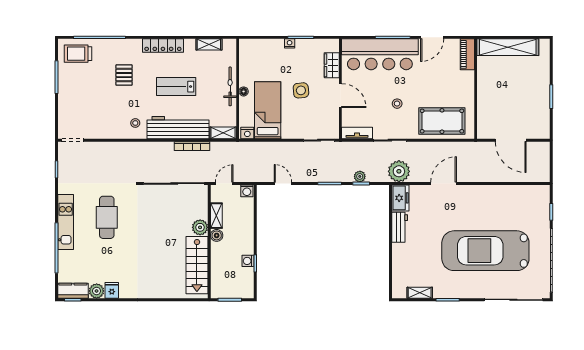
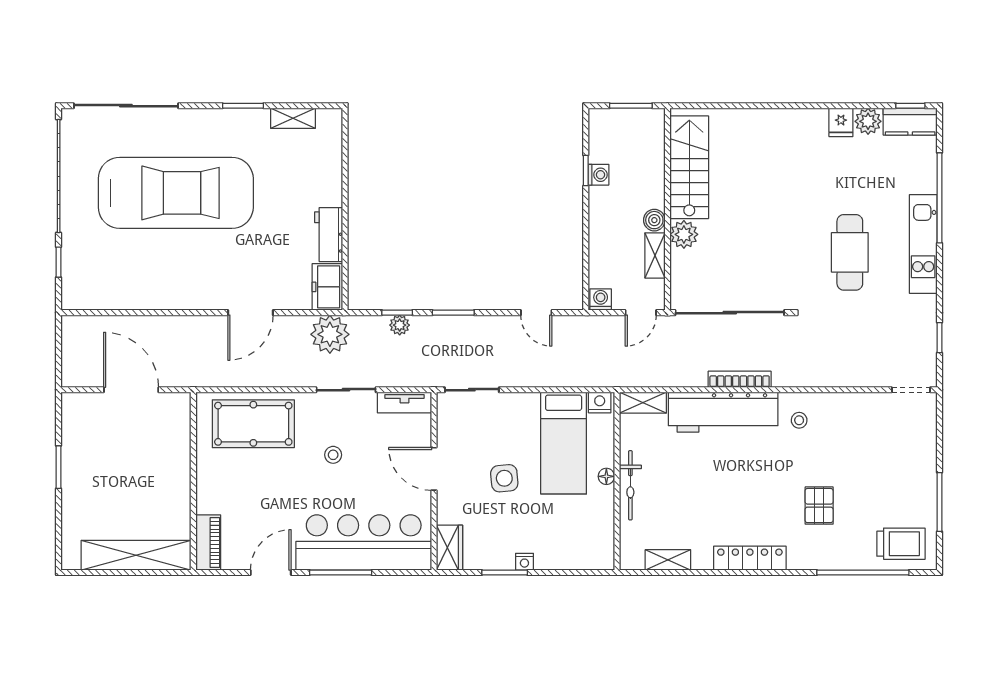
wardrobe: (332, 65) -> (450, 548), moved
lab bench: (176, 87) -> (726, 485), removed
bookcase: (192, 146) -> (740, 379), moved

